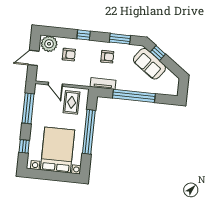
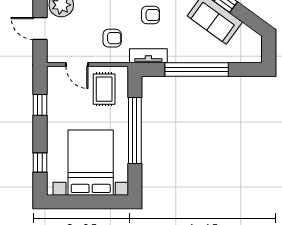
armchair: (69, 55) -> (112, 38), moved
door: (33, 58) -> (40, 28), hinge flipped
window: (28, 108) -> (40, 105), width x0.46

